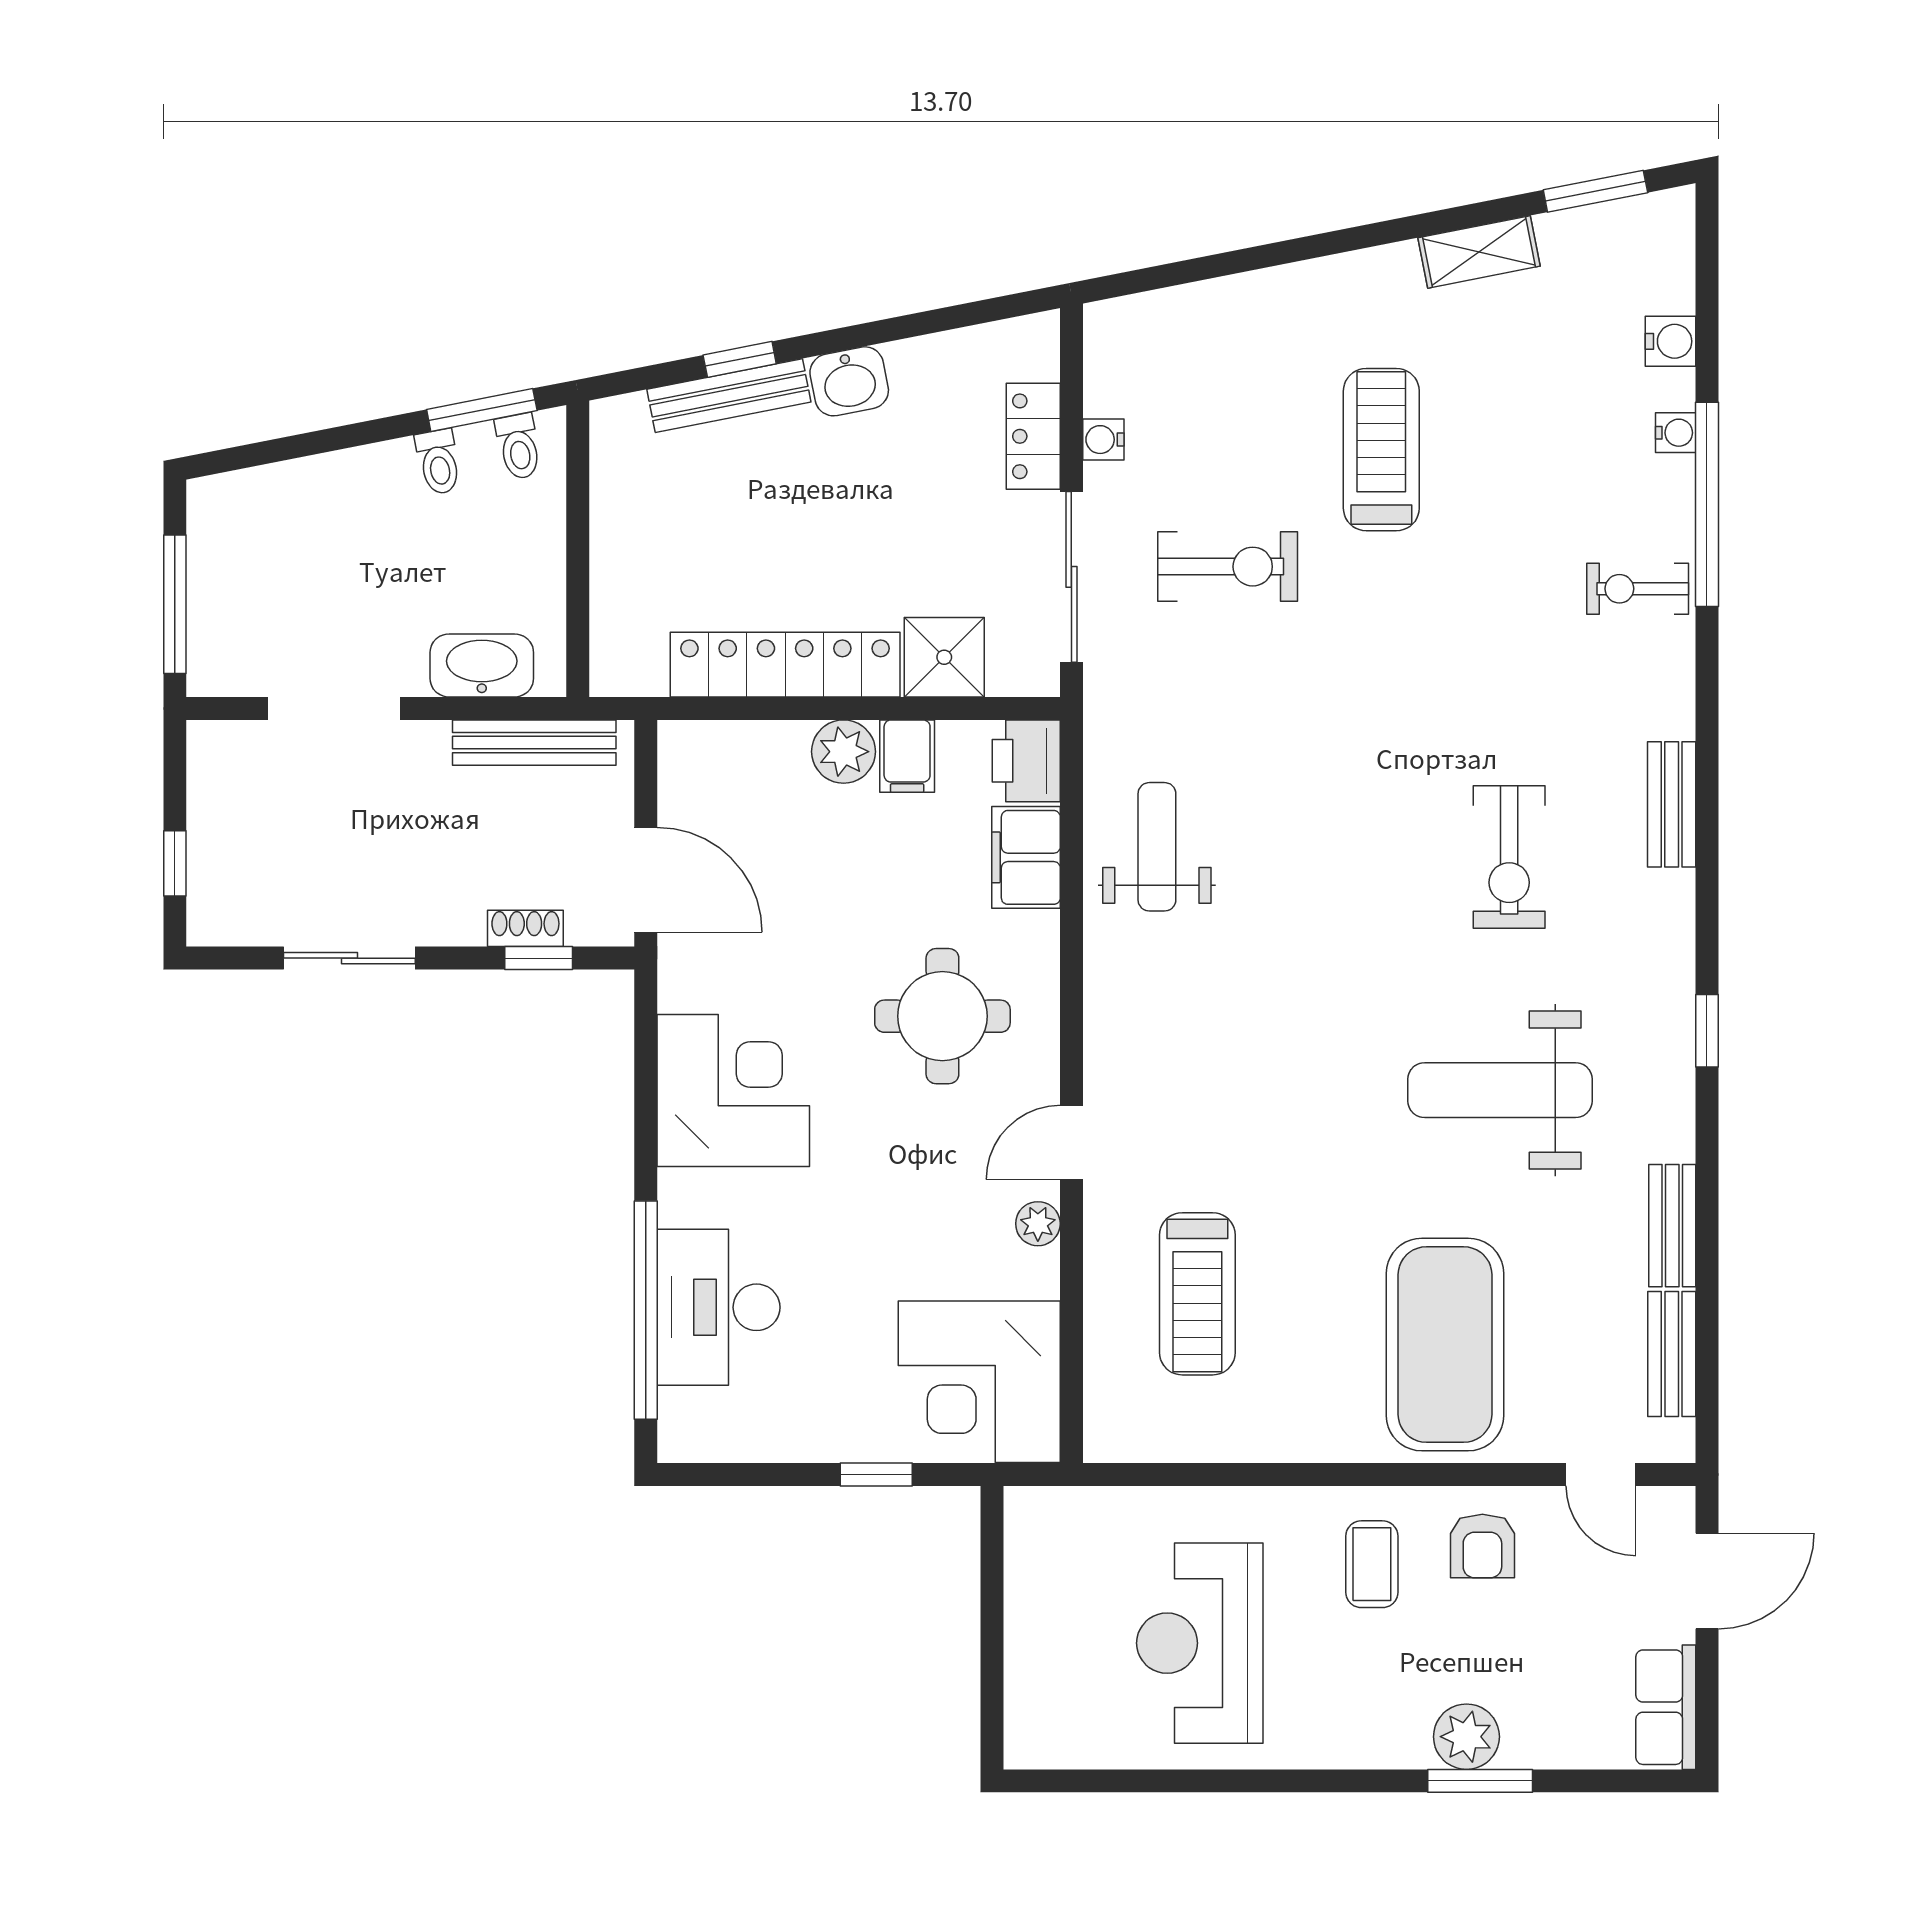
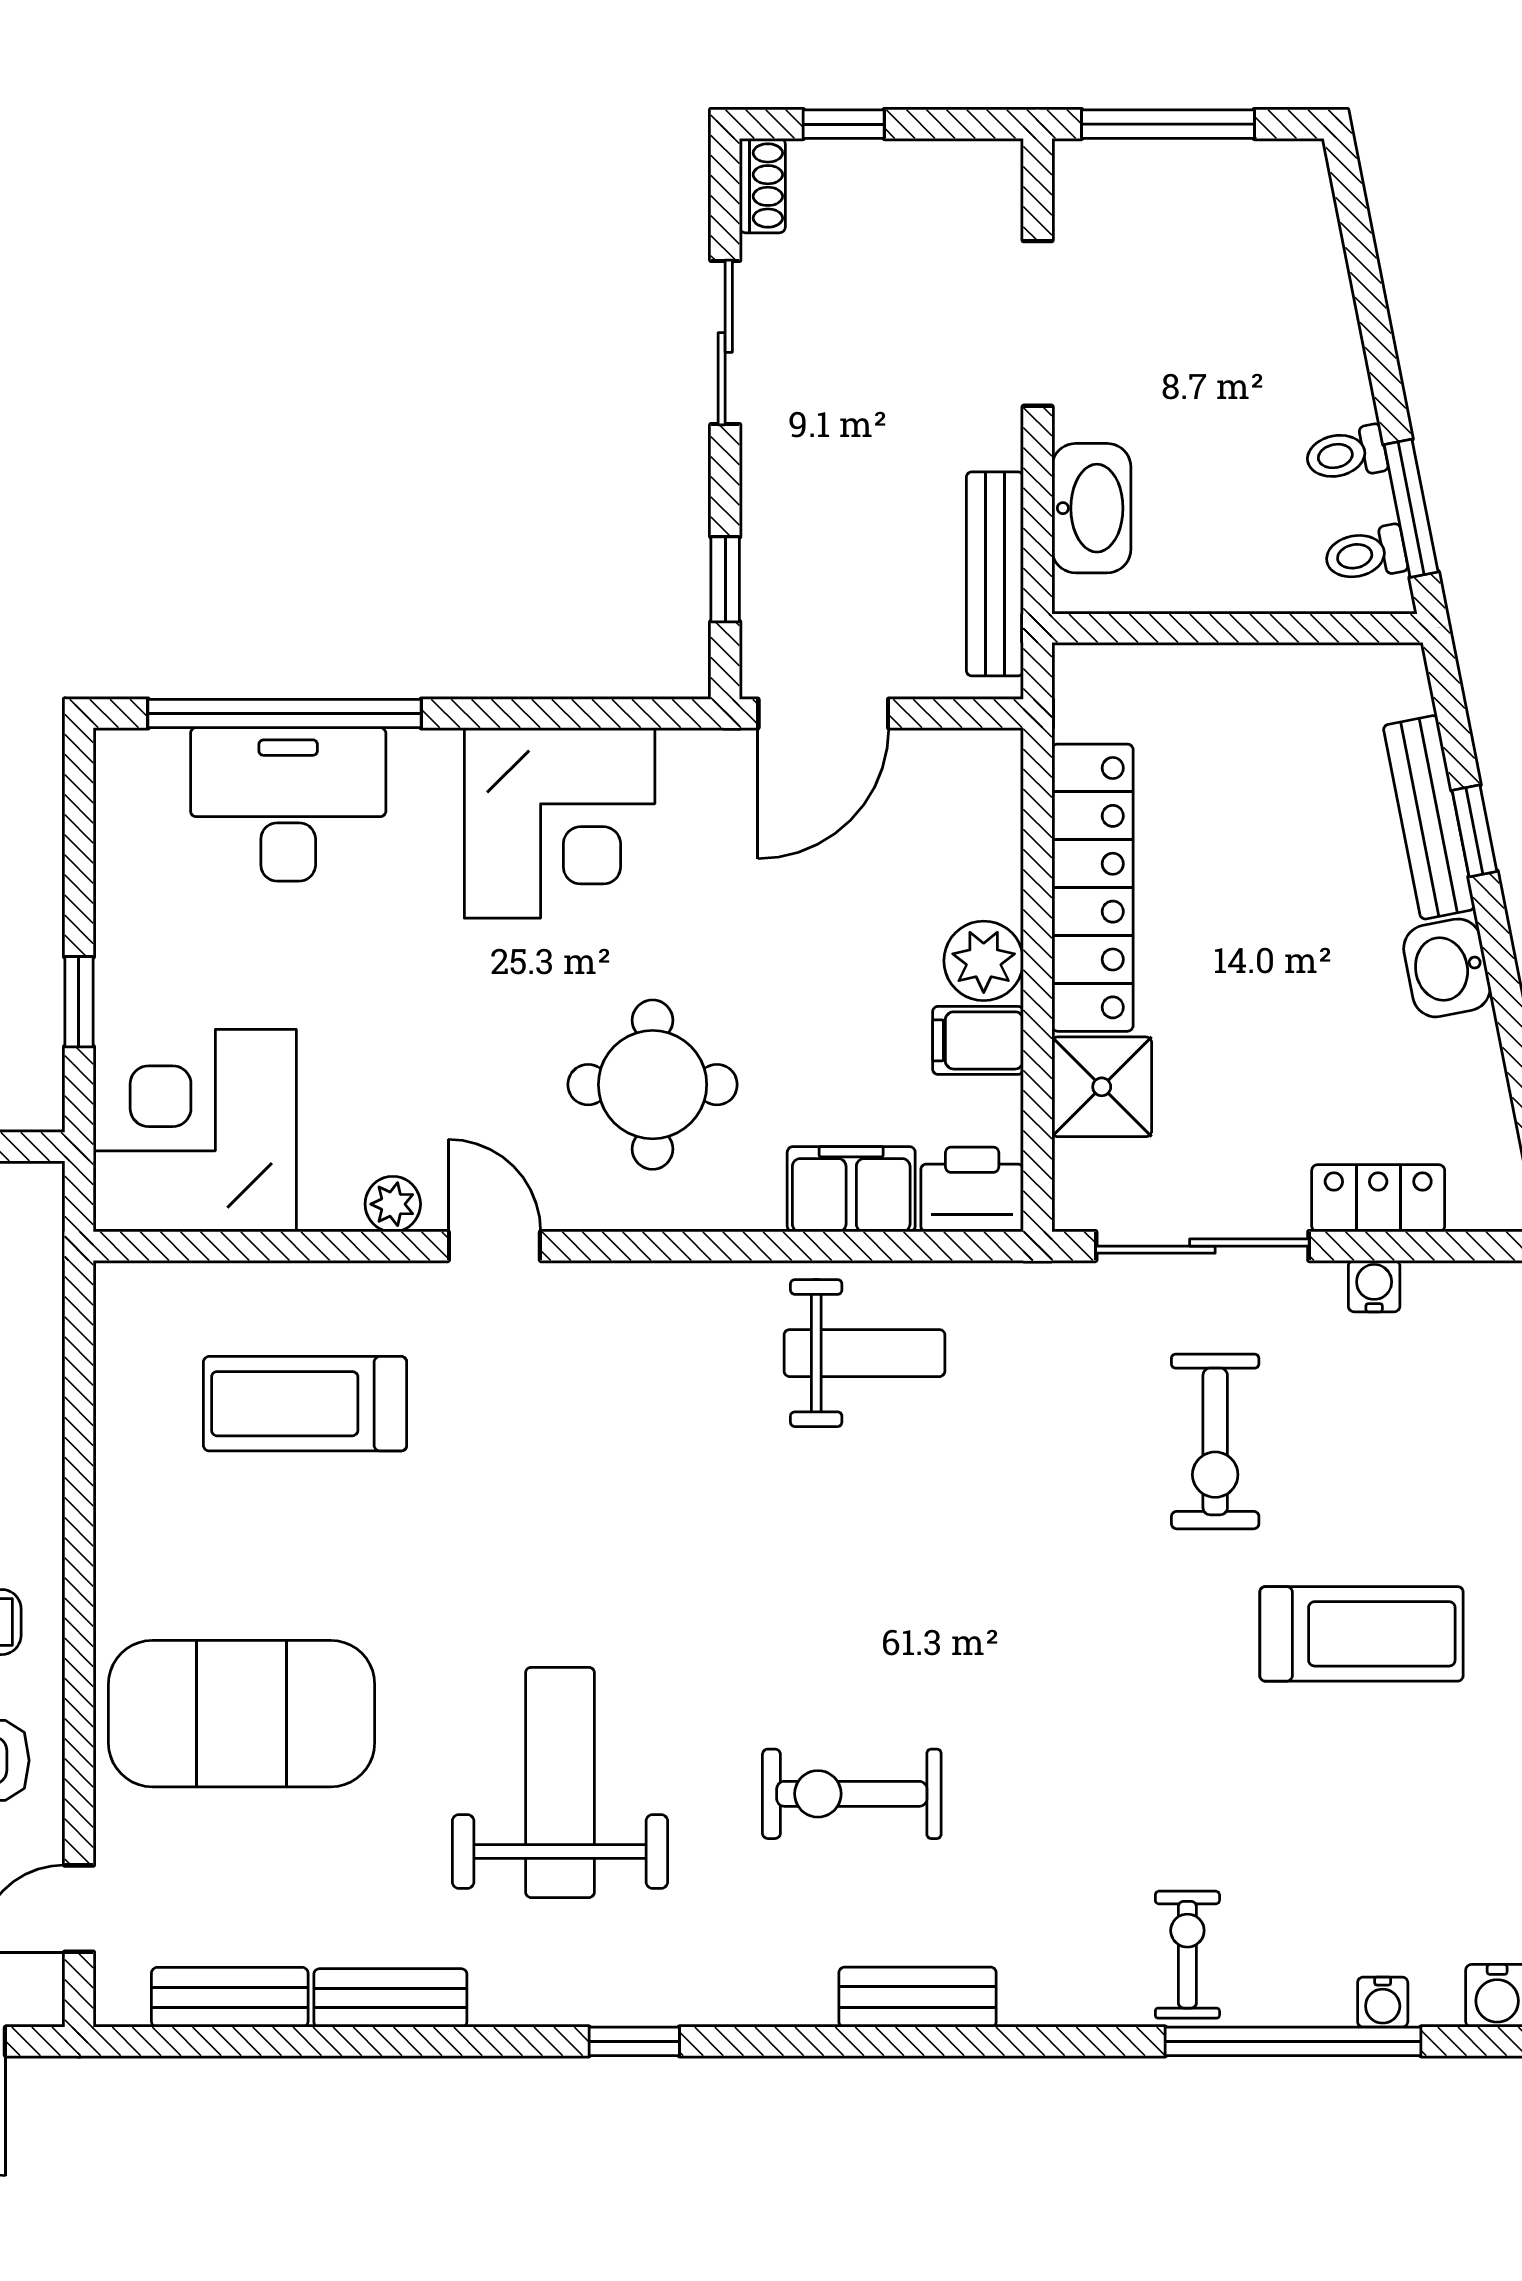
shoe rack: (525, 928) -> (762, 186), moved

